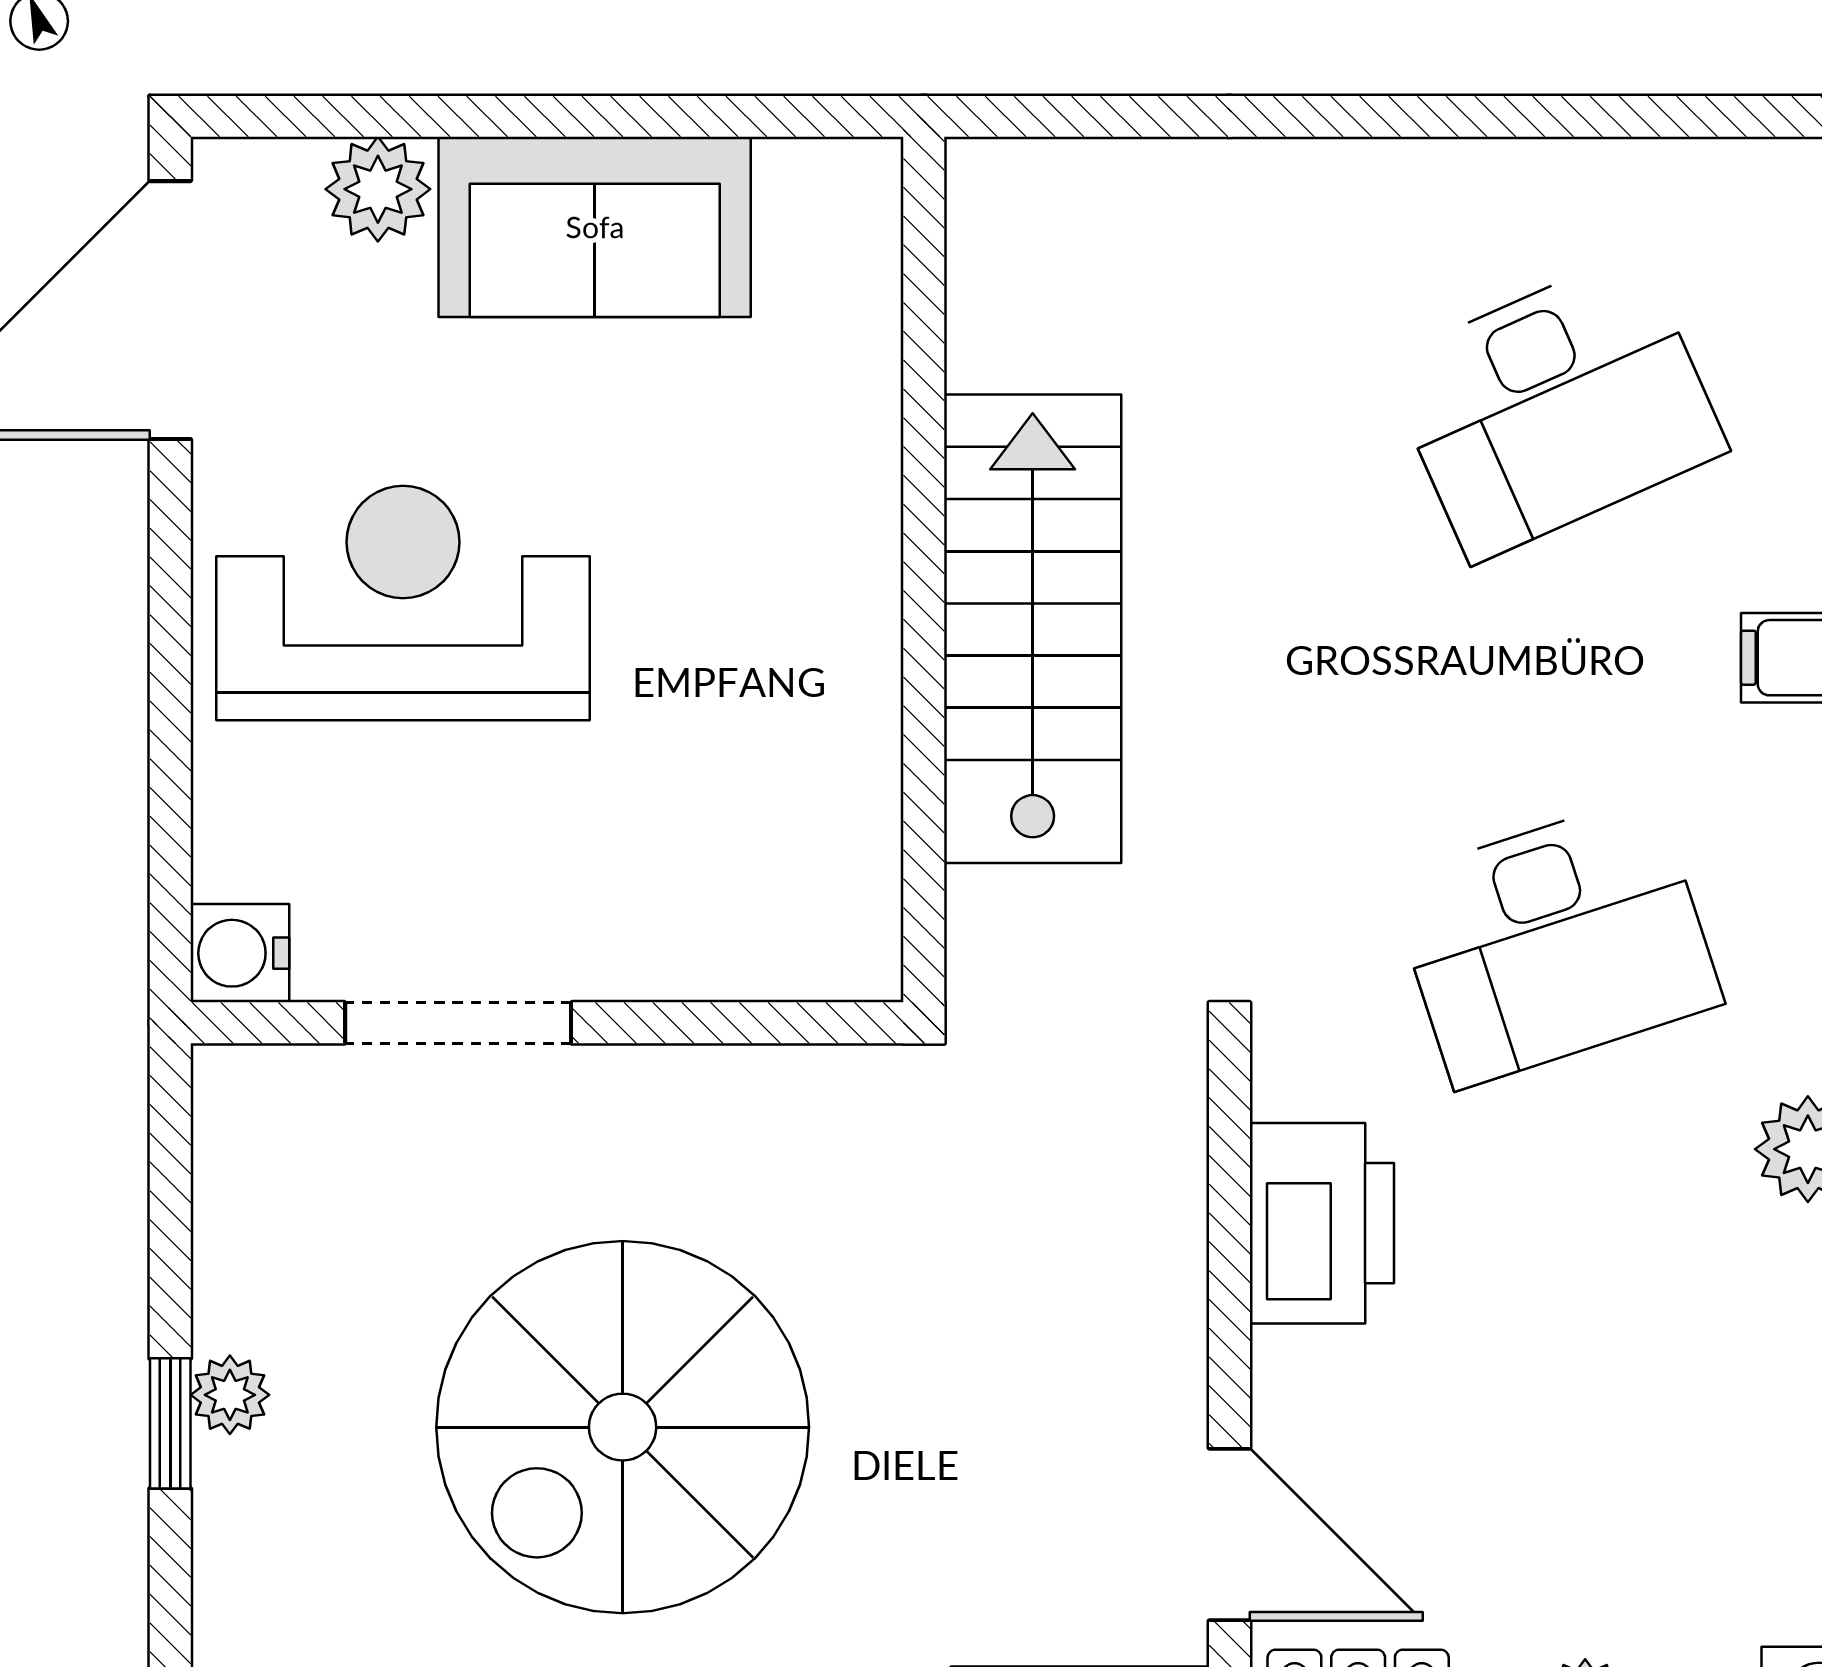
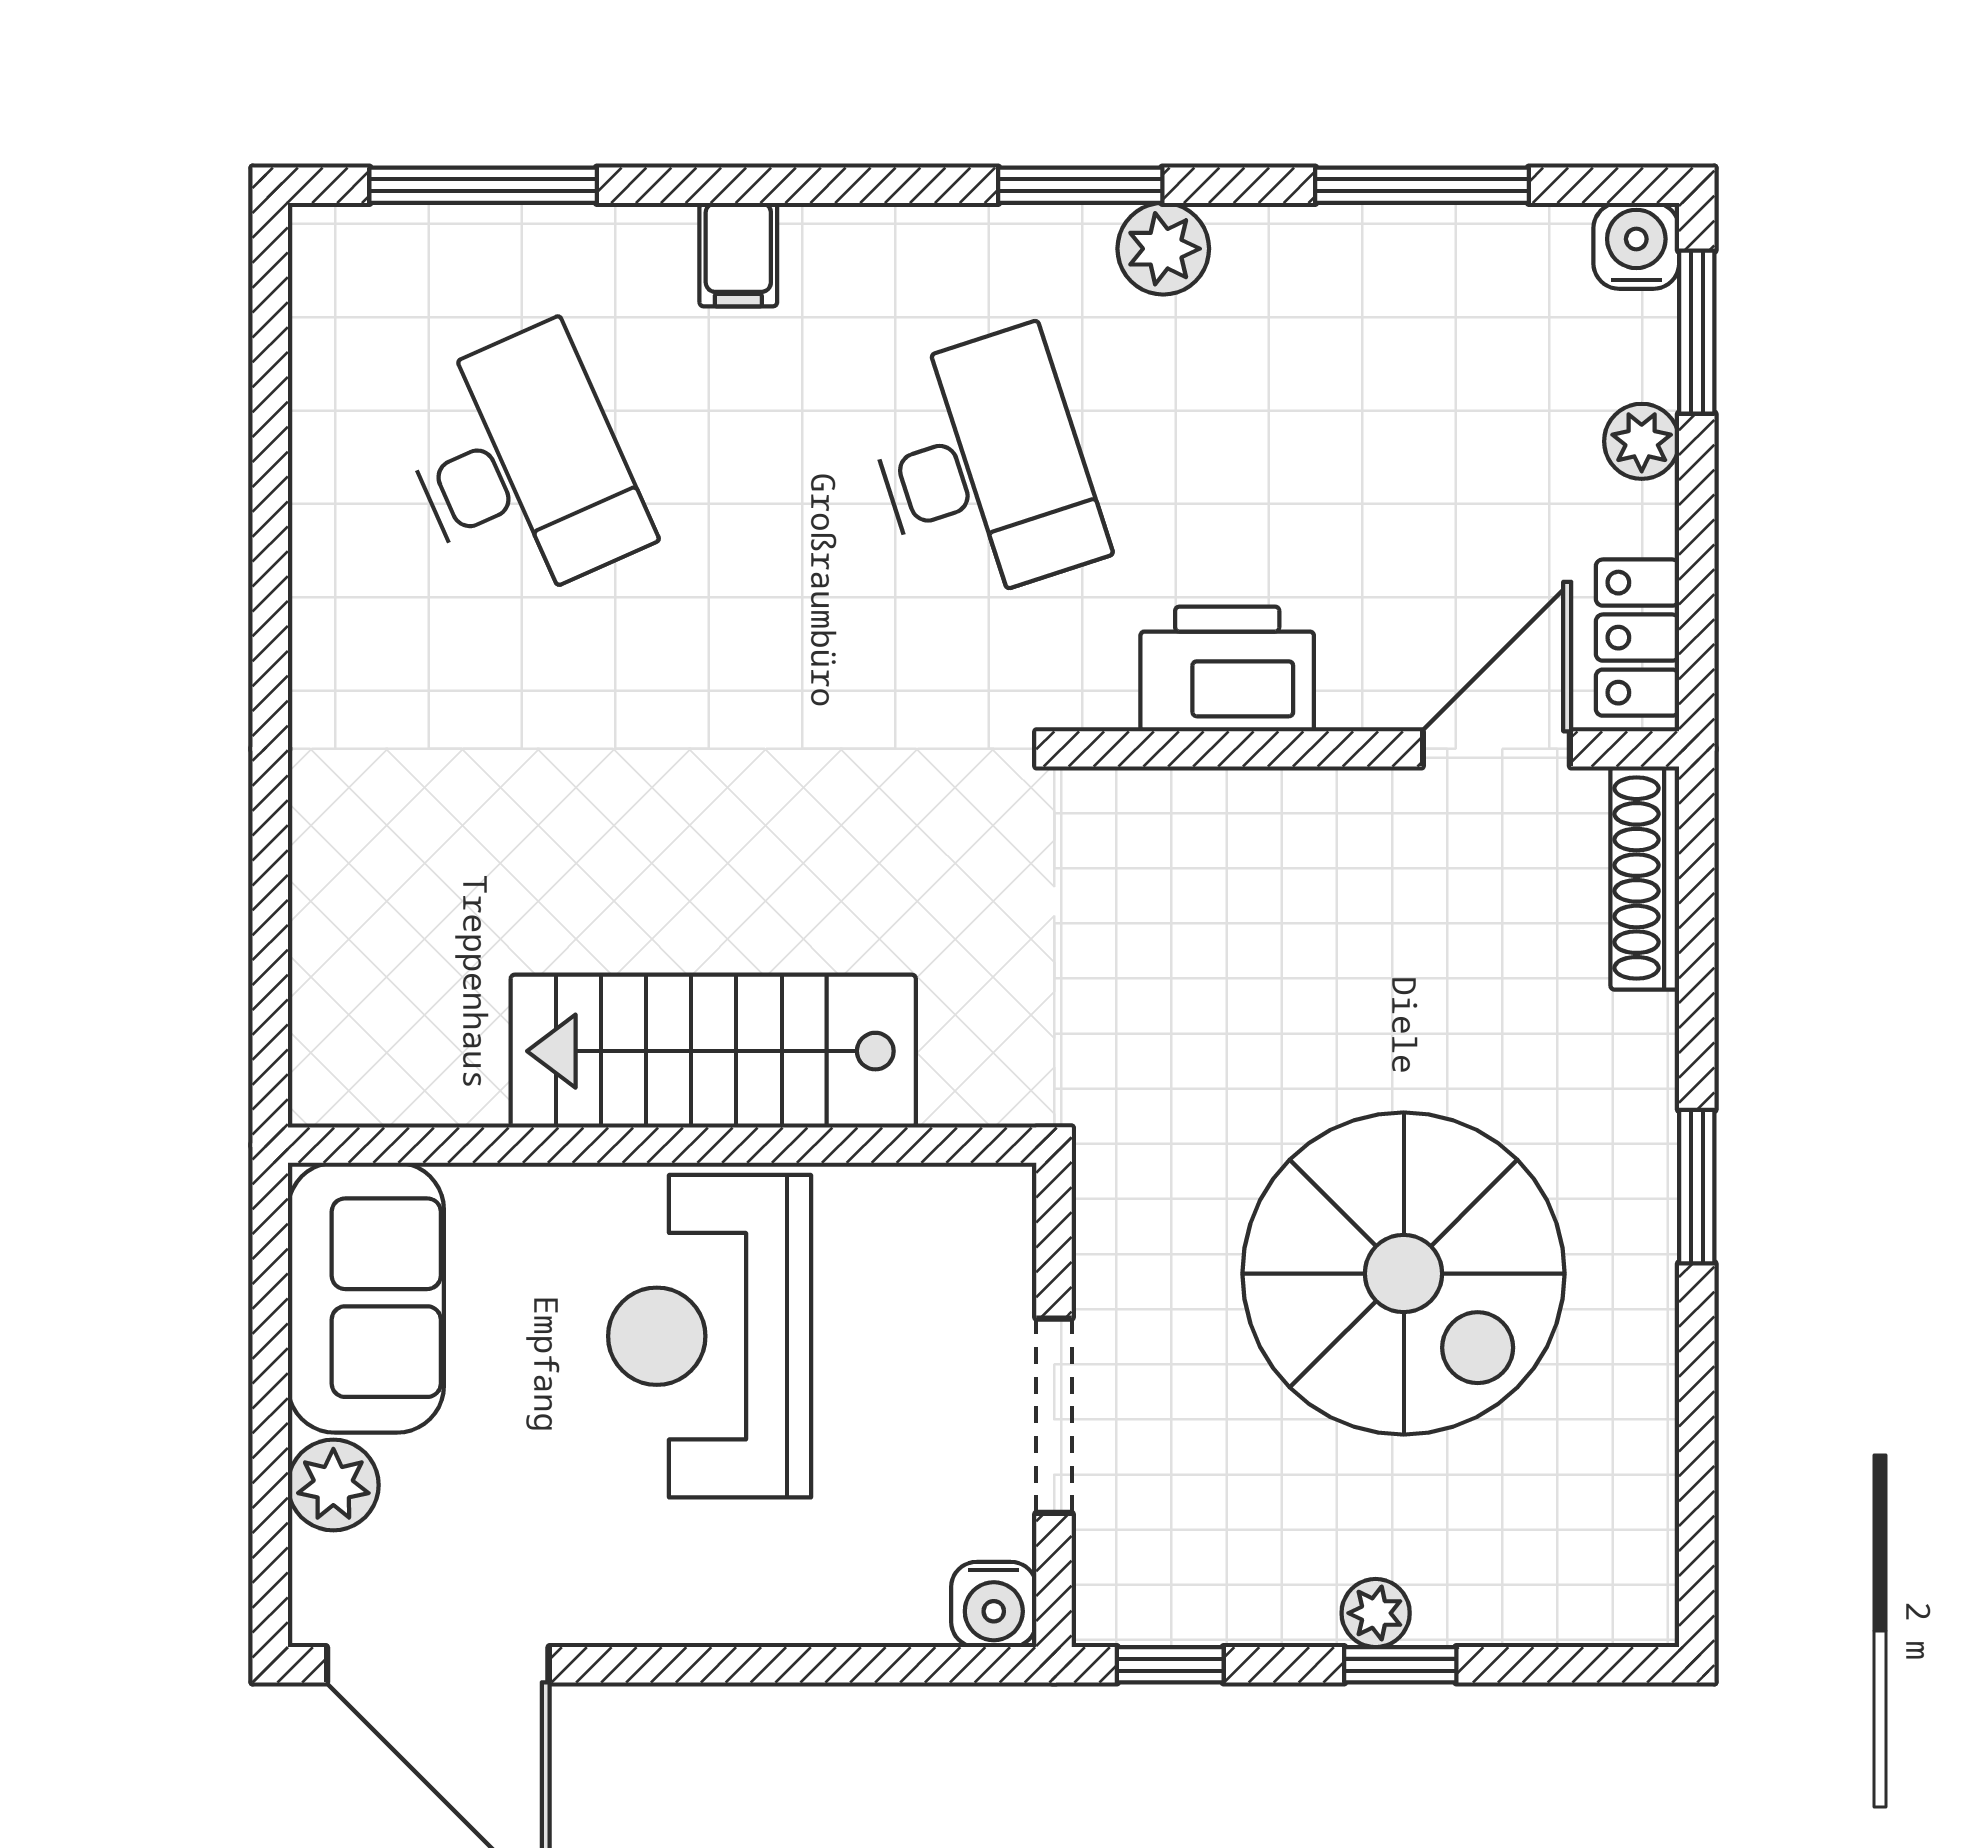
wall: (924, 570) -> (662, 1145), moved
reception desk: (403, 603) -> (710, 1336), moved
stairs: (1033, 629) -> (713, 1051), moved
window: (170, 1157) -> (1170, 1665), added

